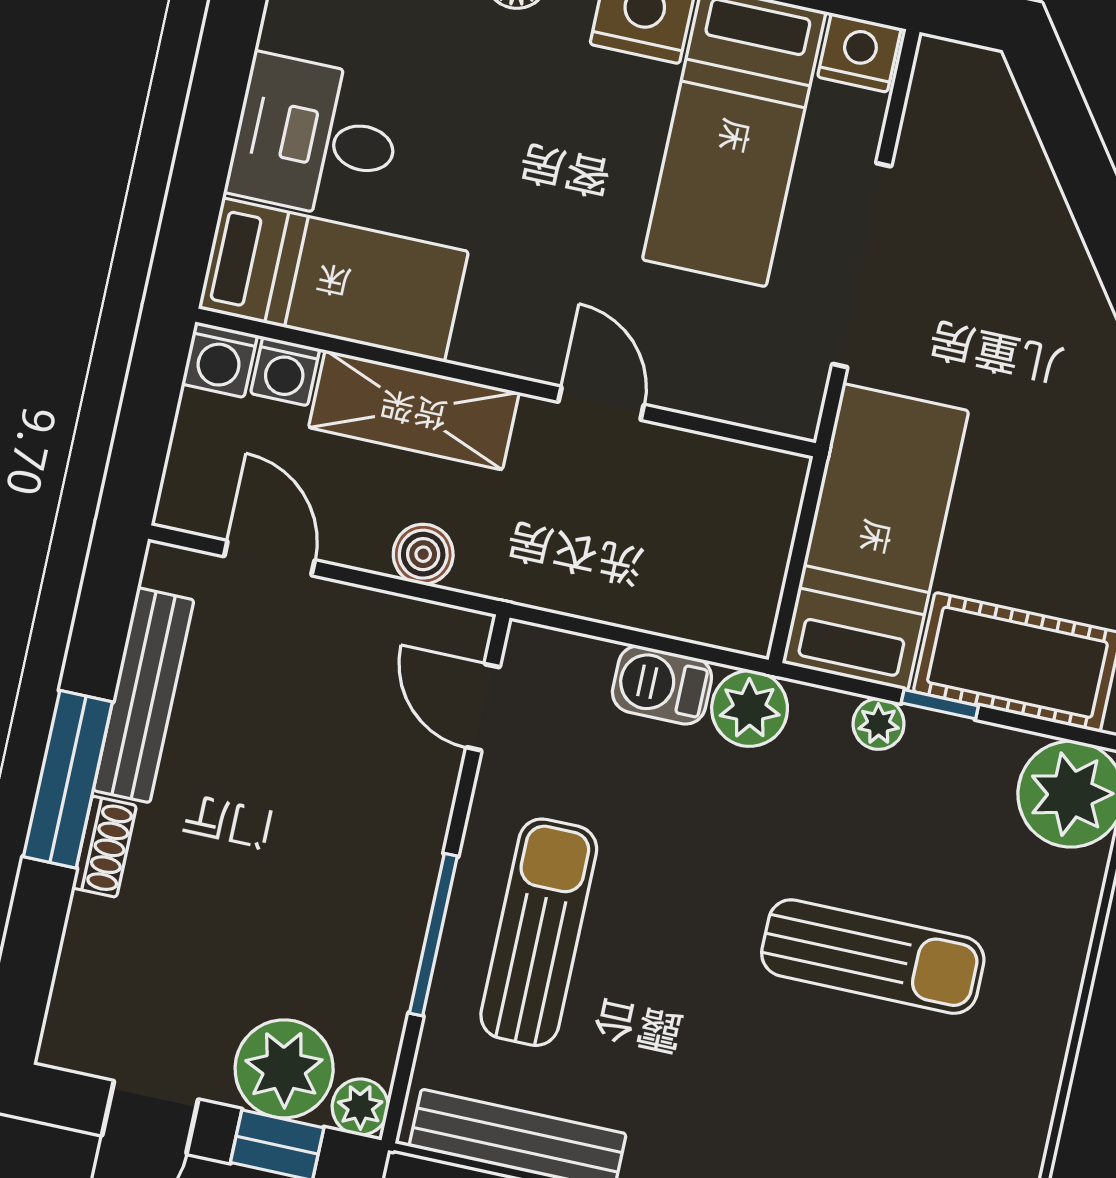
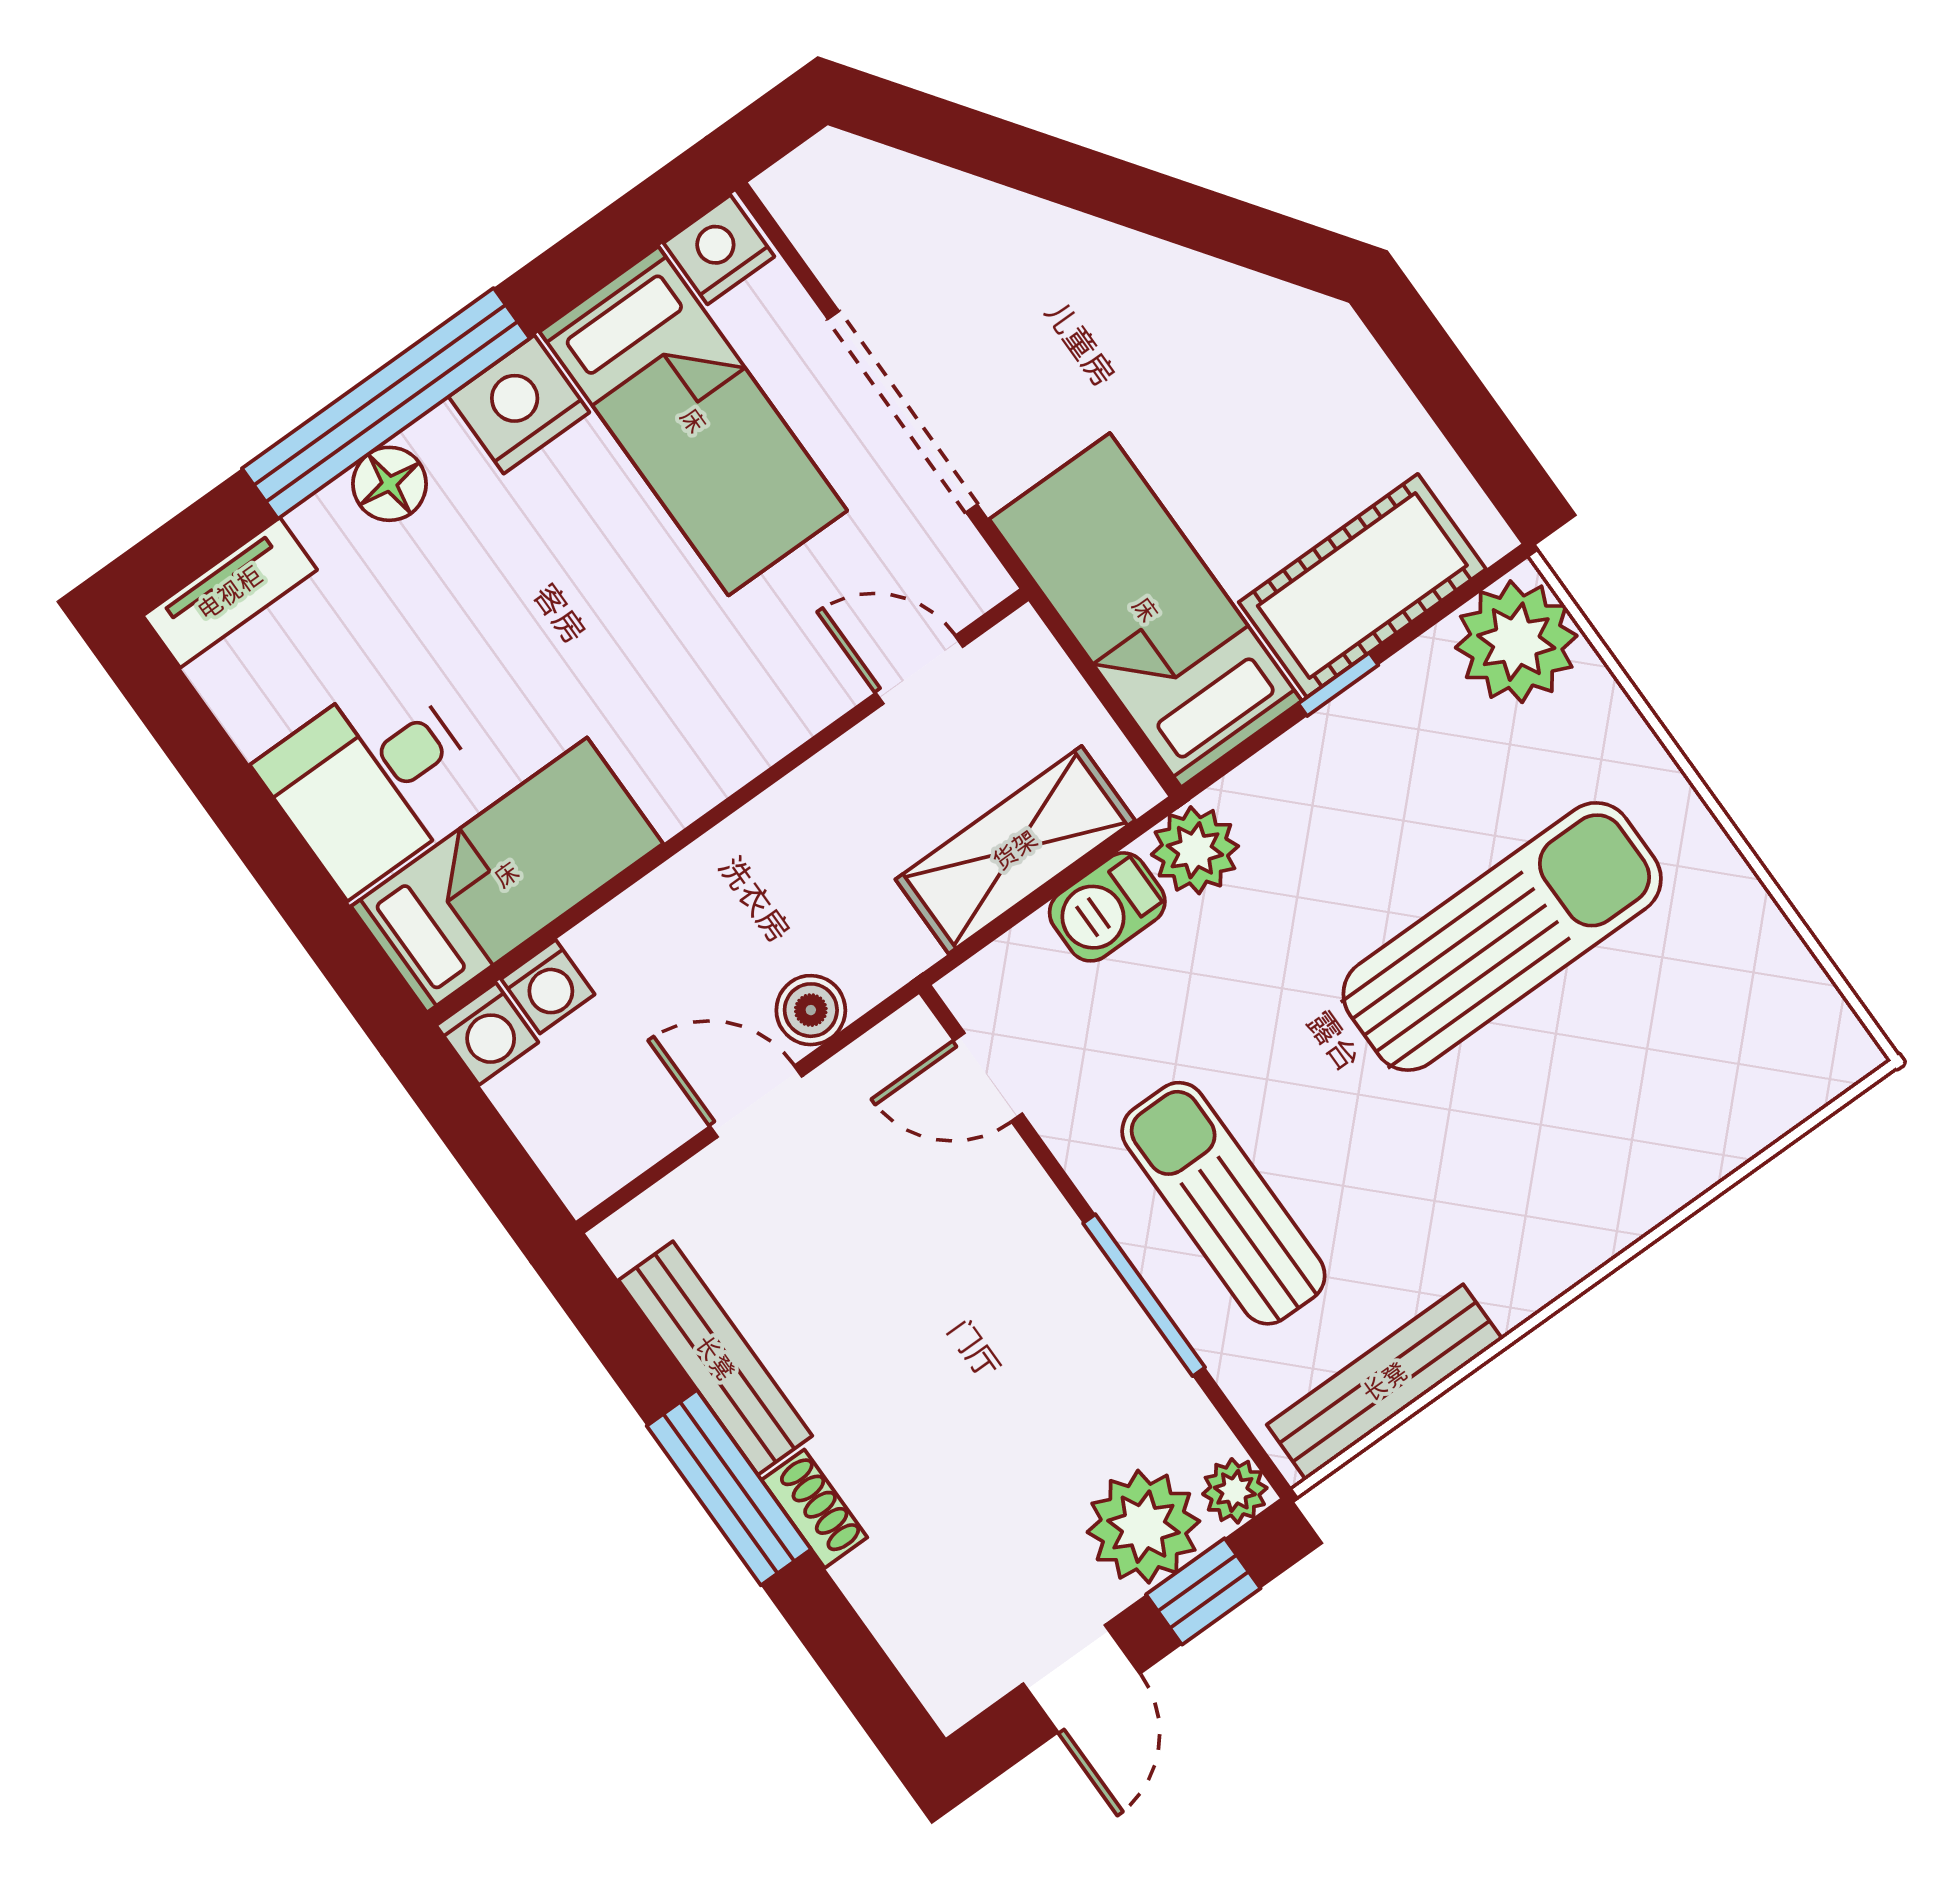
door: (601, 403) -> (919, 670), moved
shelving: (414, 410) -> (1015, 850), moved
door: (269, 558) -> (756, 1101), moved
plant: (879, 724) -> (1308, 752), removed
sun lounger: (873, 957) -> (1502, 936), width x1.36, depth x1.34

